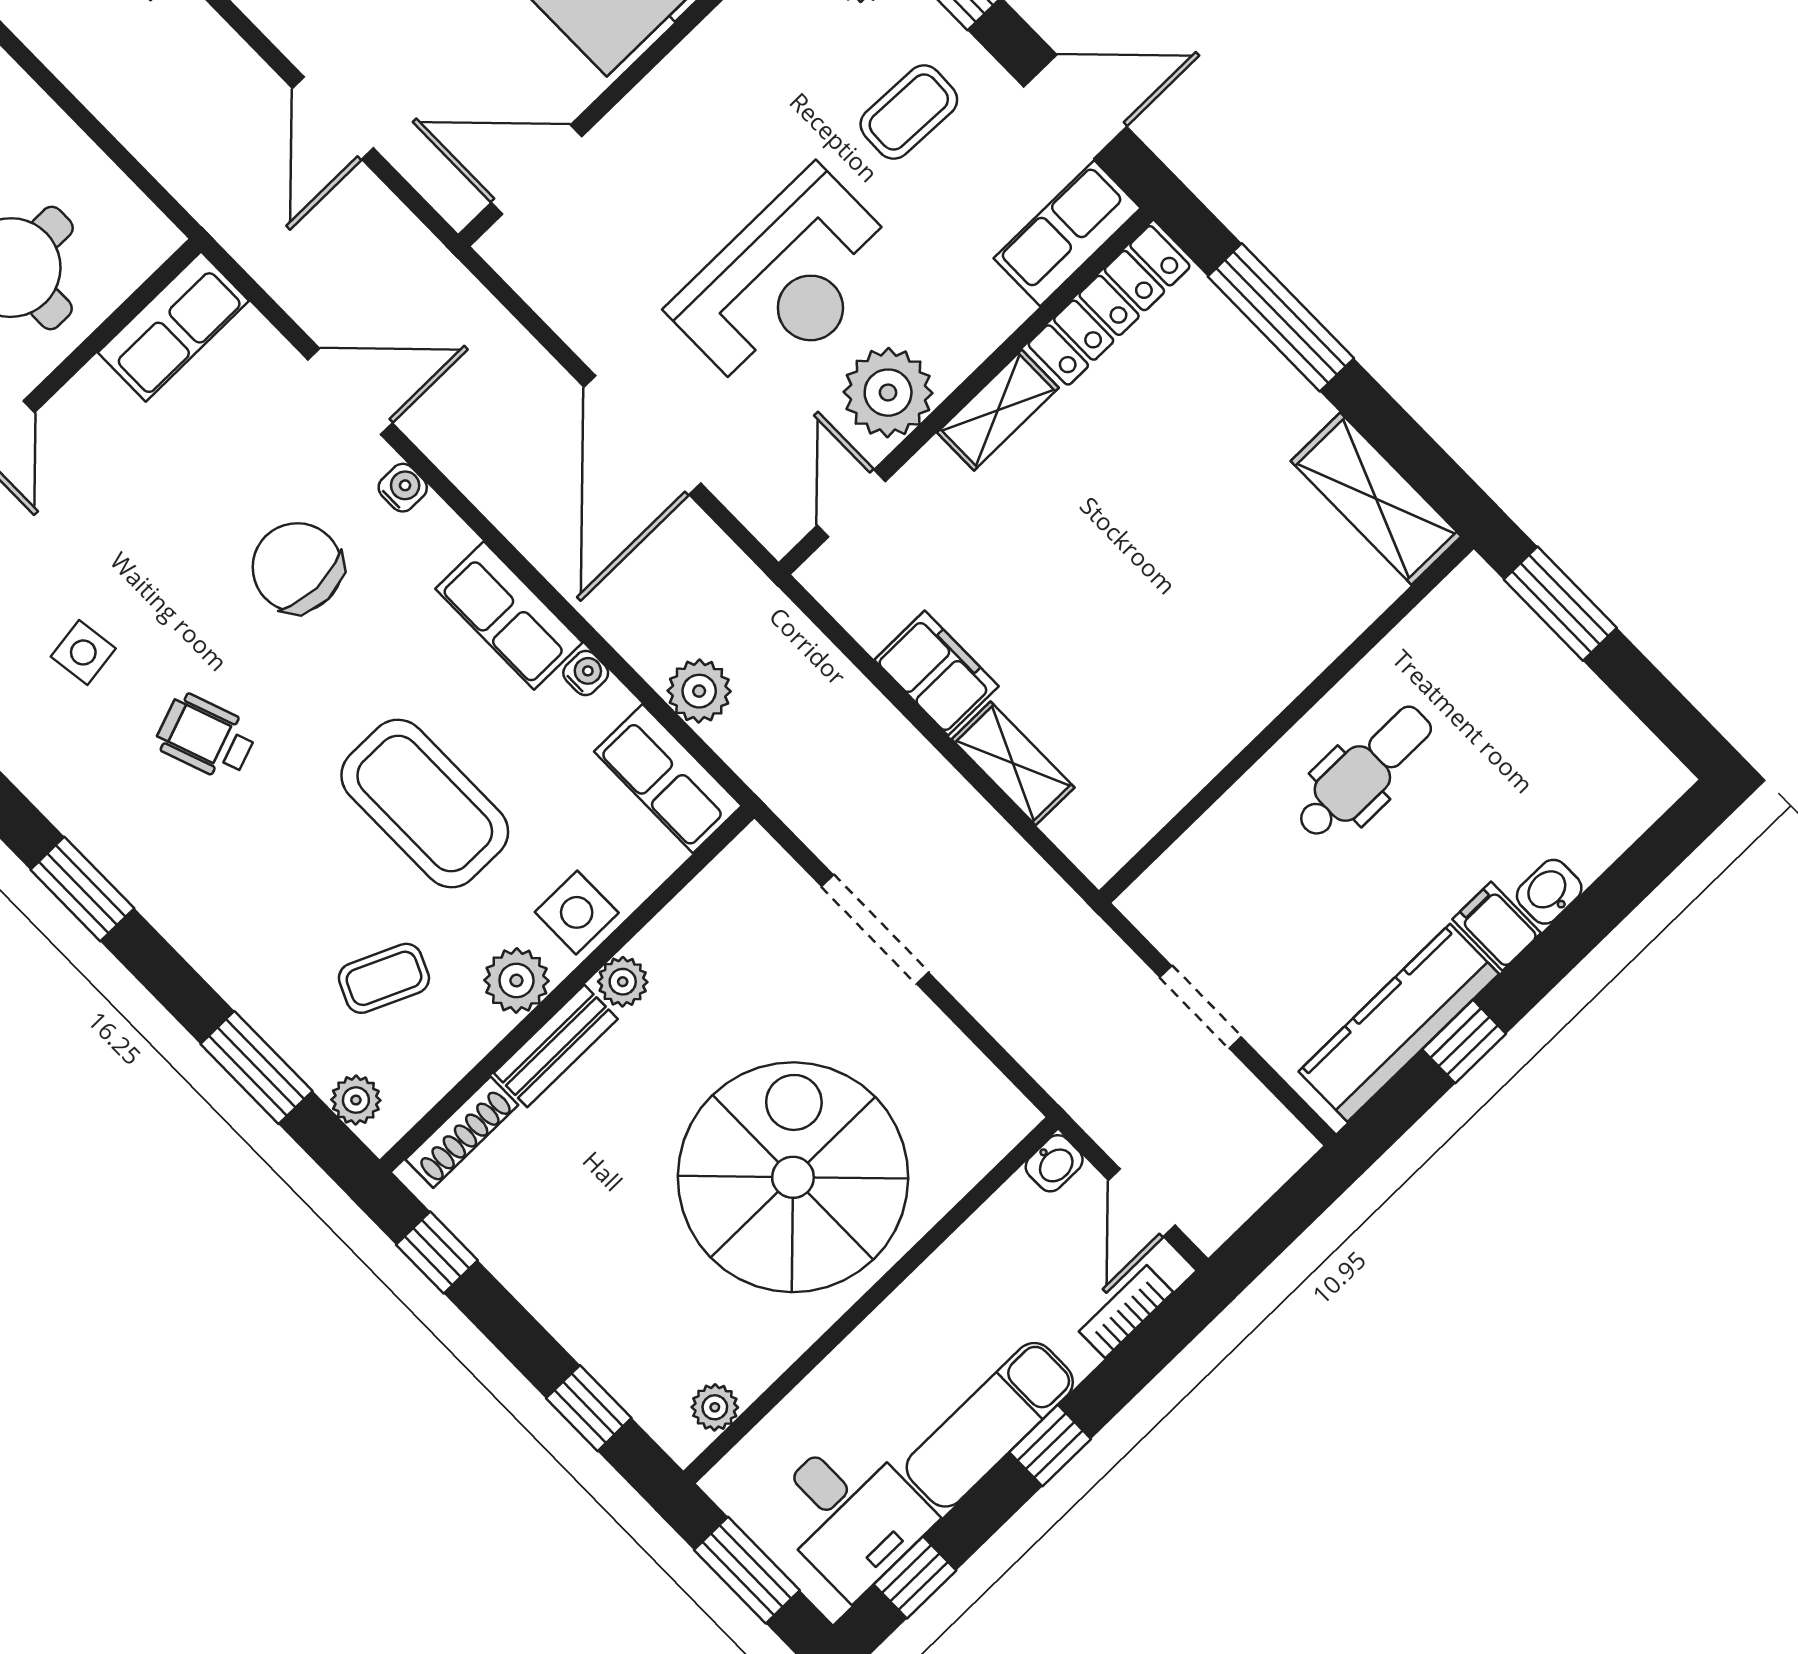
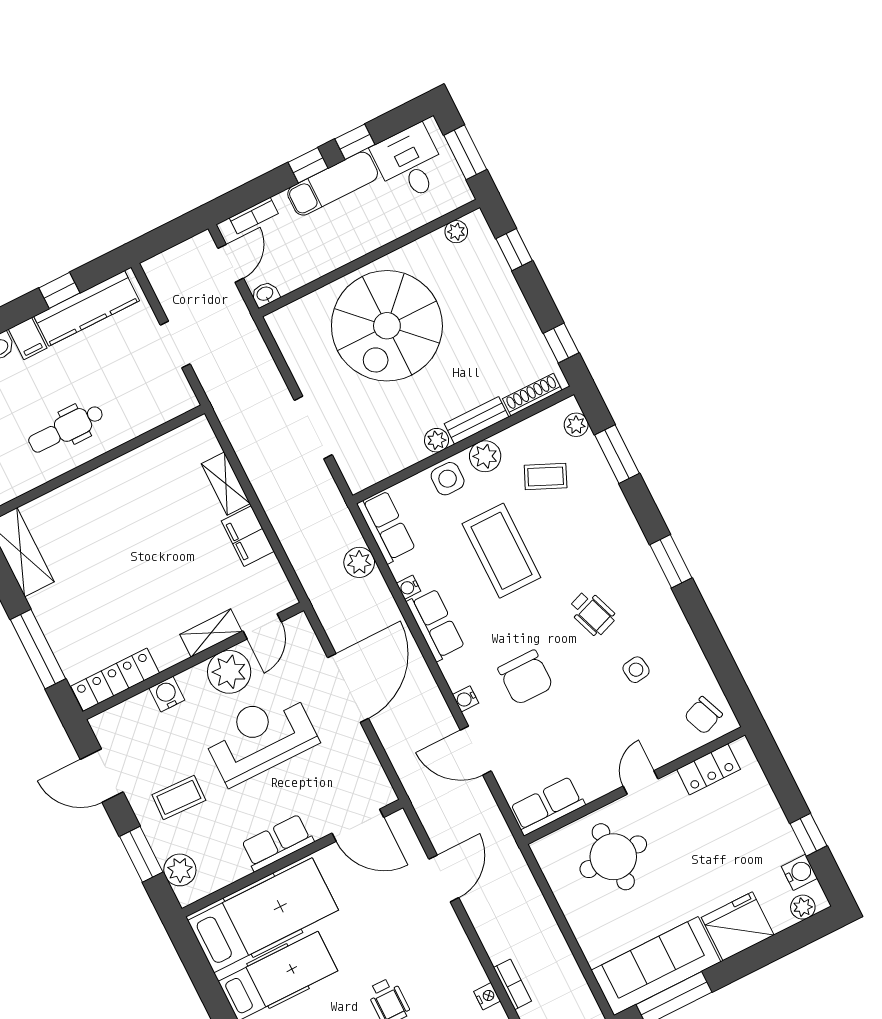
row of seats: (1067, 233) -> (277, 843), moved, turned 180
water cooler: (997, 309) -> (167, 694), added
shelving: (998, 410) -> (211, 633), moved
window: (915, 1578) -> (355, 142), moved

